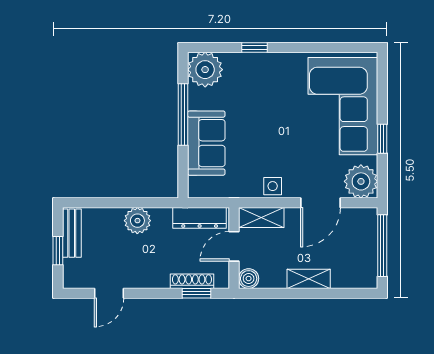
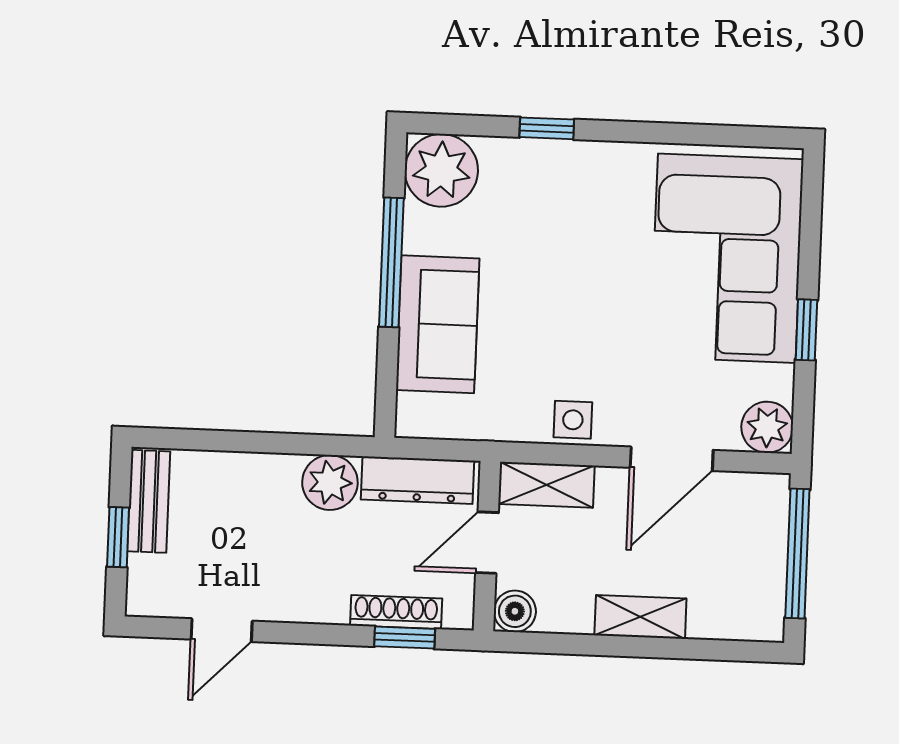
plant: (361, 181) -> (767, 427), width x0.73, depth x0.73
plant: (137, 221) -> (330, 482), moved

